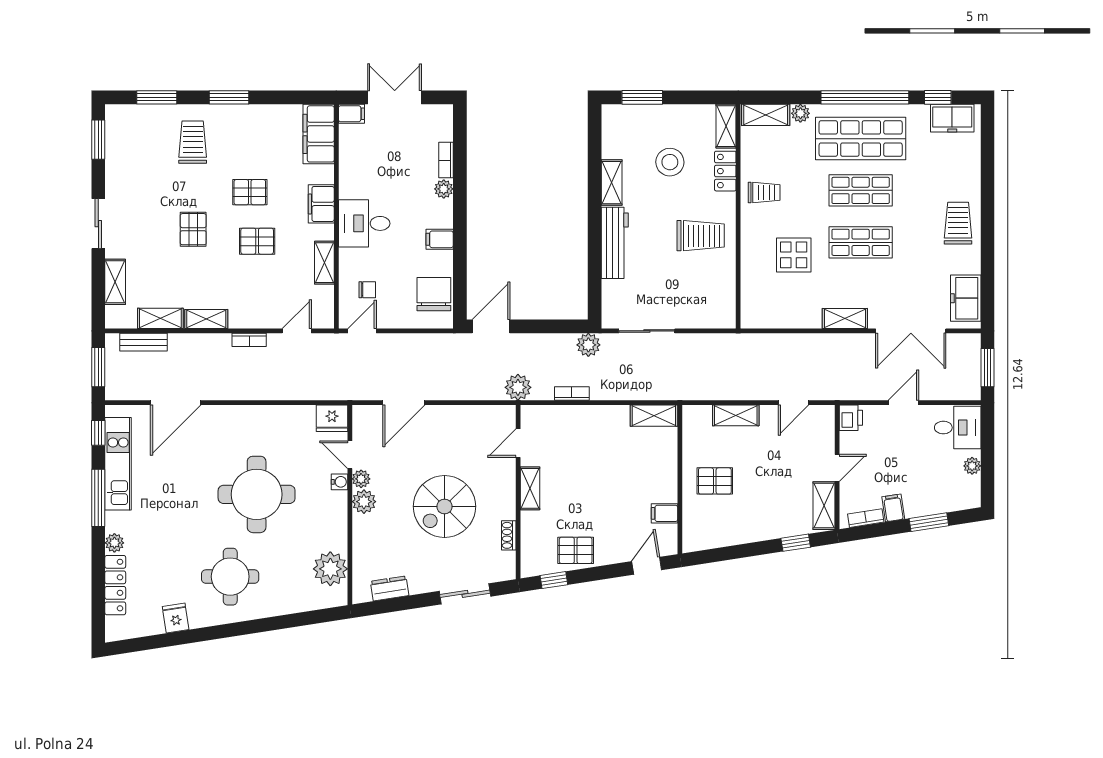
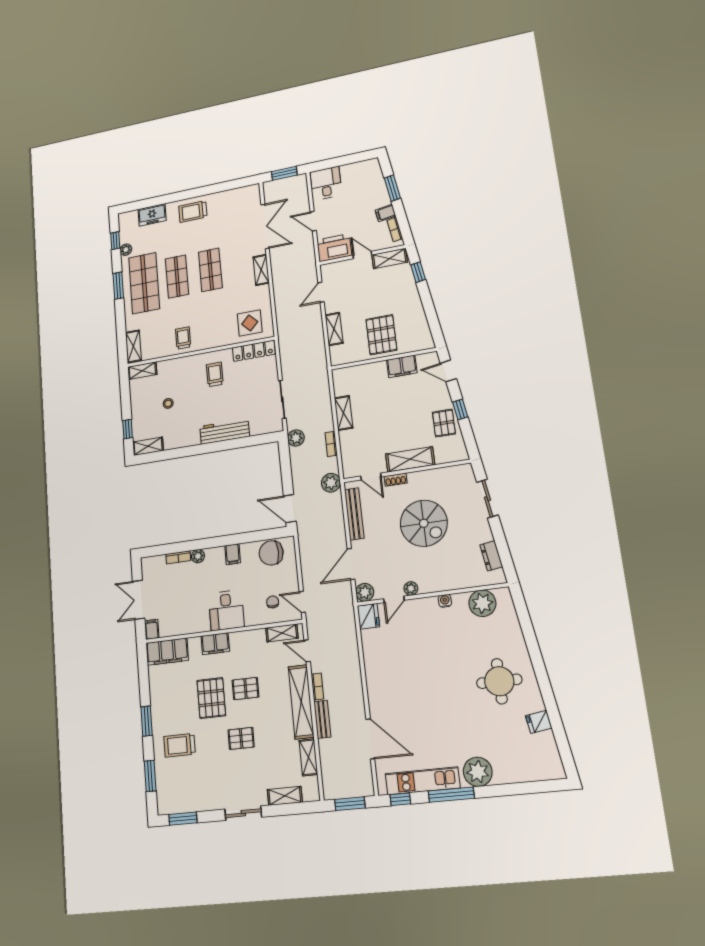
window: (642, 97) -> (128, 429), width x0.67
window: (865, 97) -> (118, 286), width x0.47
plant: (800, 113) -> (126, 250), moved
freezer: (952, 118) -> (152, 215), moved, turned 90
stool: (670, 162) -> (168, 403), width x0.53, depth x0.53
locker: (725, 171) -> (254, 351), moved, width x1.53
shelving: (612, 183) -> (148, 446), moved
pallet: (250, 192) -> (211, 698), width x1.50, depth x1.42
trolley: (701, 236) -> (215, 374), width x0.73, depth x0.72
pallet: (257, 241) -> (245, 689), turned 90
display table: (794, 255) -> (250, 323), moved
shelving: (324, 263) -> (282, 633), moved
freezer: (966, 298) -> (240, 197), removed
shelving: (206, 319) -> (301, 702), width x2.20, depth x1.33
bench: (143, 342) -> (322, 719), moved
door: (404, 403) -> (351, 564), swing flipped
door: (794, 403) -> (321, 292), swing flipped
bench: (471, 415) -> (354, 514), added
shelving: (654, 416) -> (344, 413), moved
printer: (851, 418) -> (334, 248), width x1.87, depth x1.48
plant: (972, 466) -> (351, 169), removed
pallet: (715, 481) -> (381, 335), width x1.50, depth x1.42
water cooler: (339, 482) -> (445, 601), moved
shelving: (530, 488) -> (410, 459), width x1.50, depth x1.33
round table: (257, 494) -> (433, 668), removed
plant: (364, 502) -> (365, 592), moved
filing cabinet: (664, 513) -> (402, 366), width x2.00
shoe rack: (509, 535) -> (396, 480), moved
plant: (114, 543) -> (478, 772), width x1.87, depth x1.87
window: (554, 580) -> (460, 409), moved
locker: (115, 585) -> (519, 774), removed

